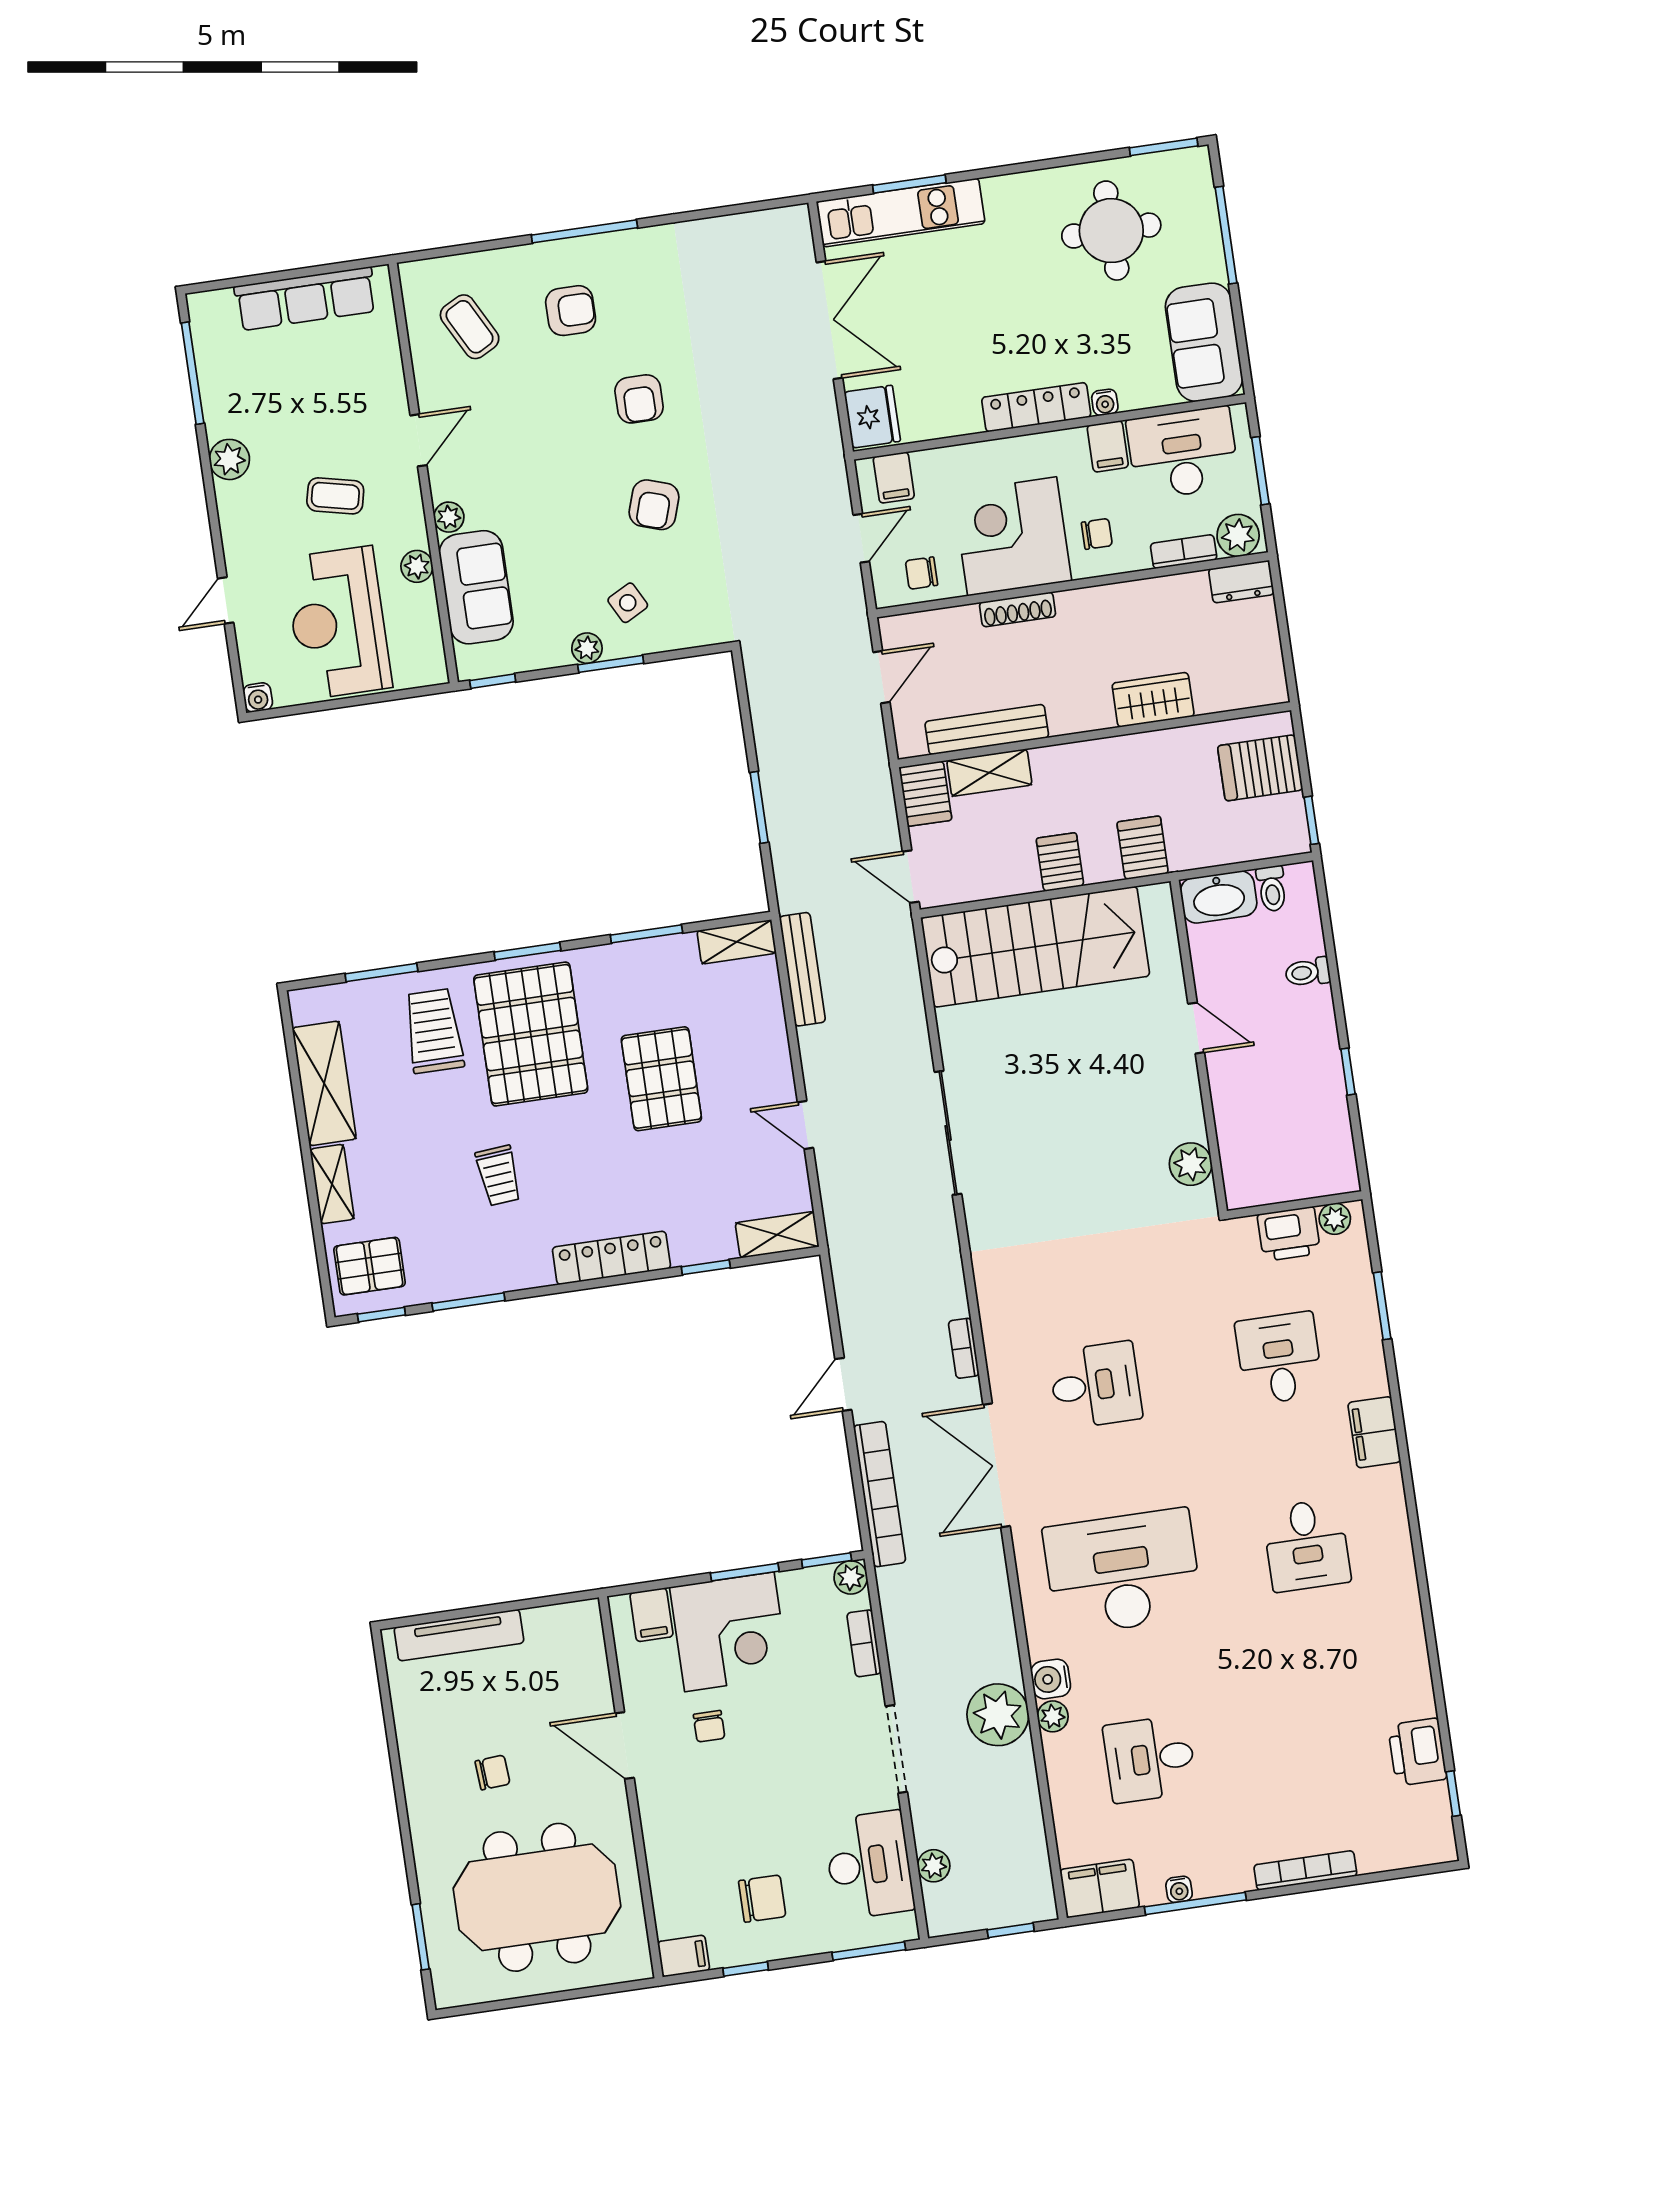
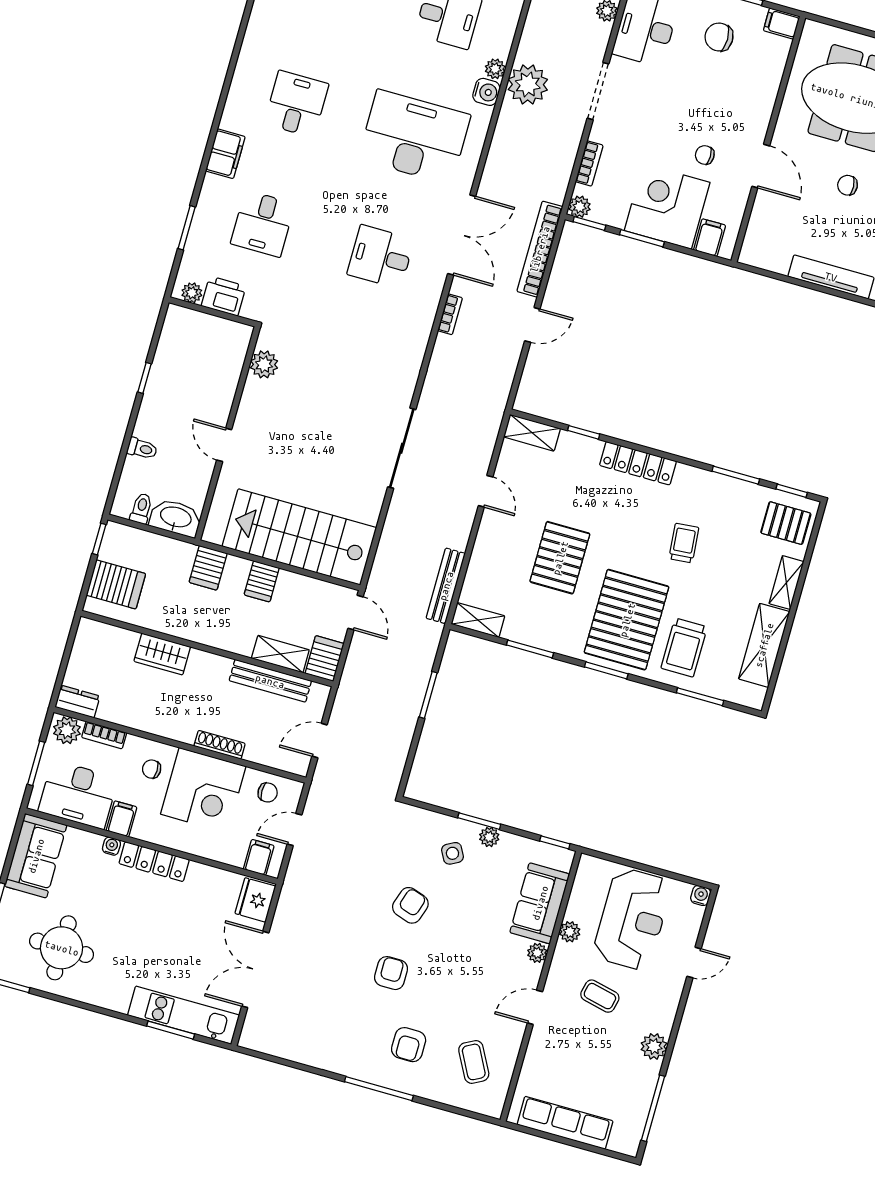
armchair: (571, 311) -> (409, 1045), turned -90
desk: (1123, 1572) -> (414, 137), turned 180
chair: (709, 1726) -> (705, 155), turned -90

